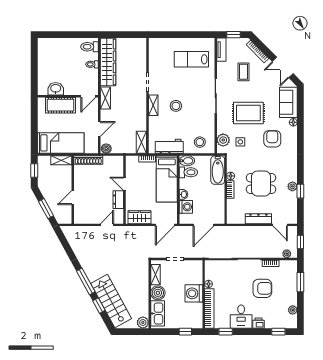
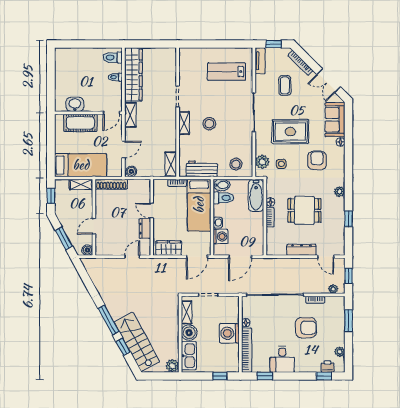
plant: (292, 186) -> (340, 192), moved
boiler: (67, 219) -> (87, 250), added
printer: (259, 323) -> (327, 367), moved

